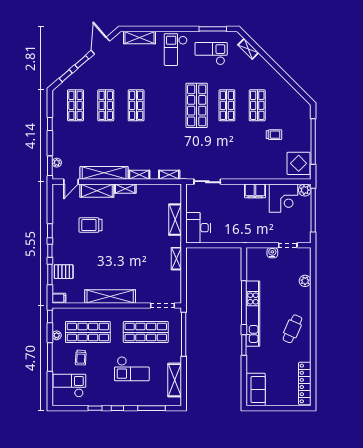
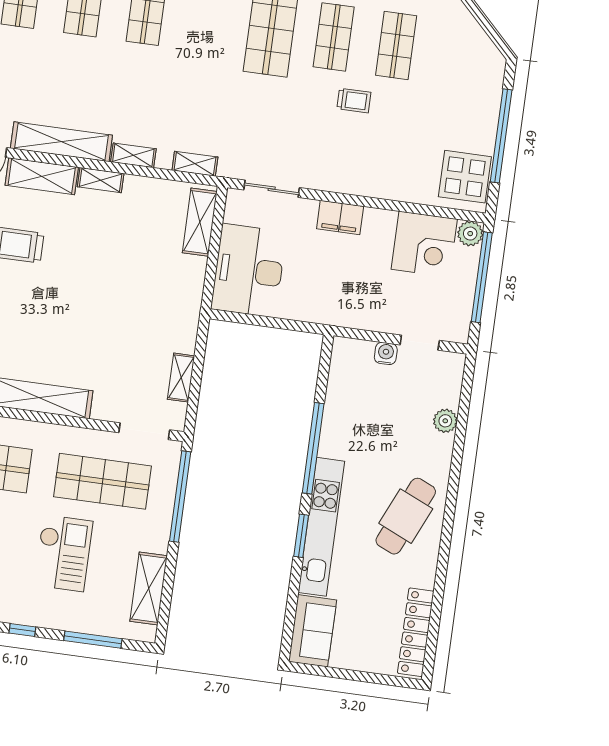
trolley: (274, 135) -> (354, 100), moved
filing cabinet: (255, 191) -> (340, 218), moved
shelving: (175, 220) -> (200, 222), moved
desk: (198, 228) -> (249, 270), width x1.36, depth x1.30
shelving: (176, 259) -> (181, 378), moved
kitchen unit: (253, 314) -> (321, 527), moved
cafe table: (292, 329) -> (406, 516), width x1.37, depth x1.35
checkout: (132, 369) -> (63, 553), turned -90

